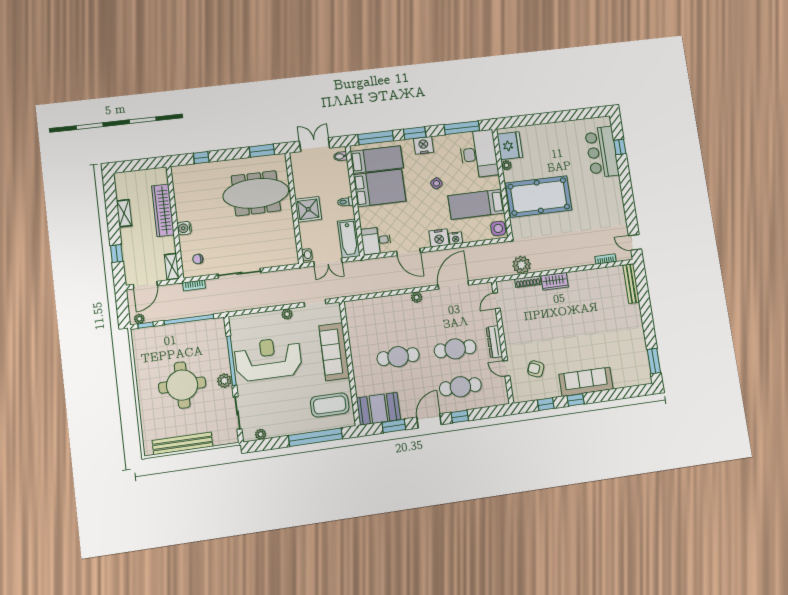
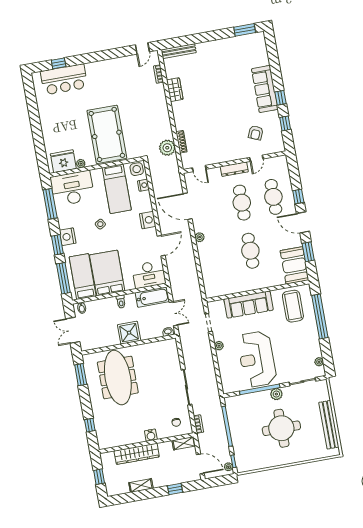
window: (139, 165) -> (99, 477), added
nightstand: (456, 238) -> (143, 185), moved
desk: (376, 240) -> (149, 275), width x1.37
wardrobe: (555, 281) -> (175, 90), moved

